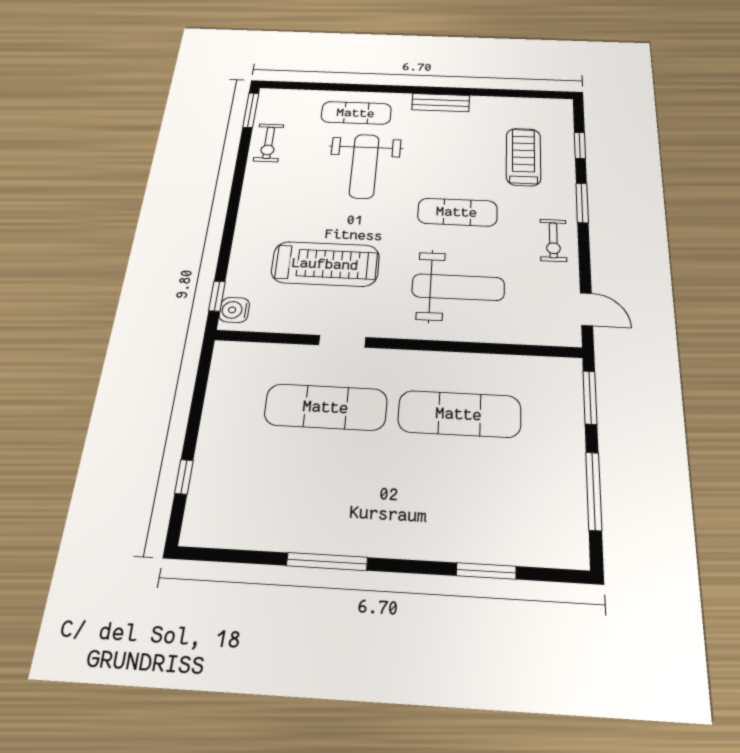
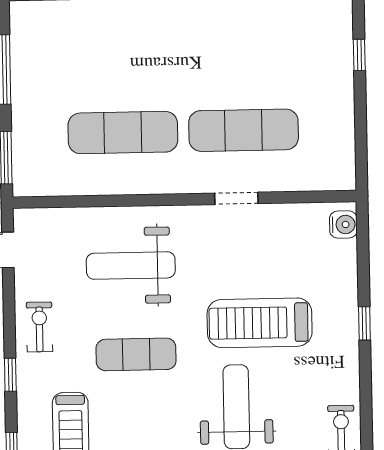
window: (582, 203) -> (10, 375), width x0.67
treadmill: (325, 264) -> (260, 323), moved
window: (217, 296) -> (364, 323), moved

